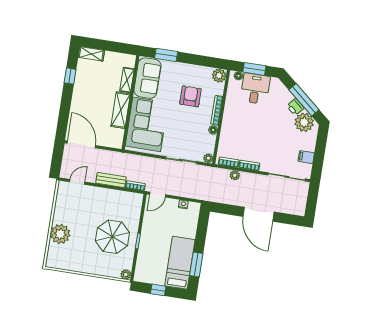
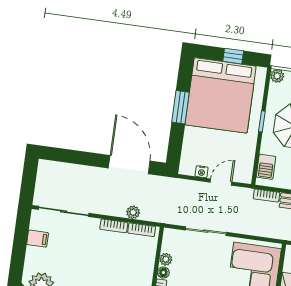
plant: (208, 158) -> (166, 259), moved
door: (158, 195) -> (221, 182), moved
barbecue: (135, 207) -> (266, 167), added
door: (259, 214) -> (129, 165), moved
bed: (180, 263) -> (221, 95), width x2.04
window: (196, 264) -> (181, 107), moved

